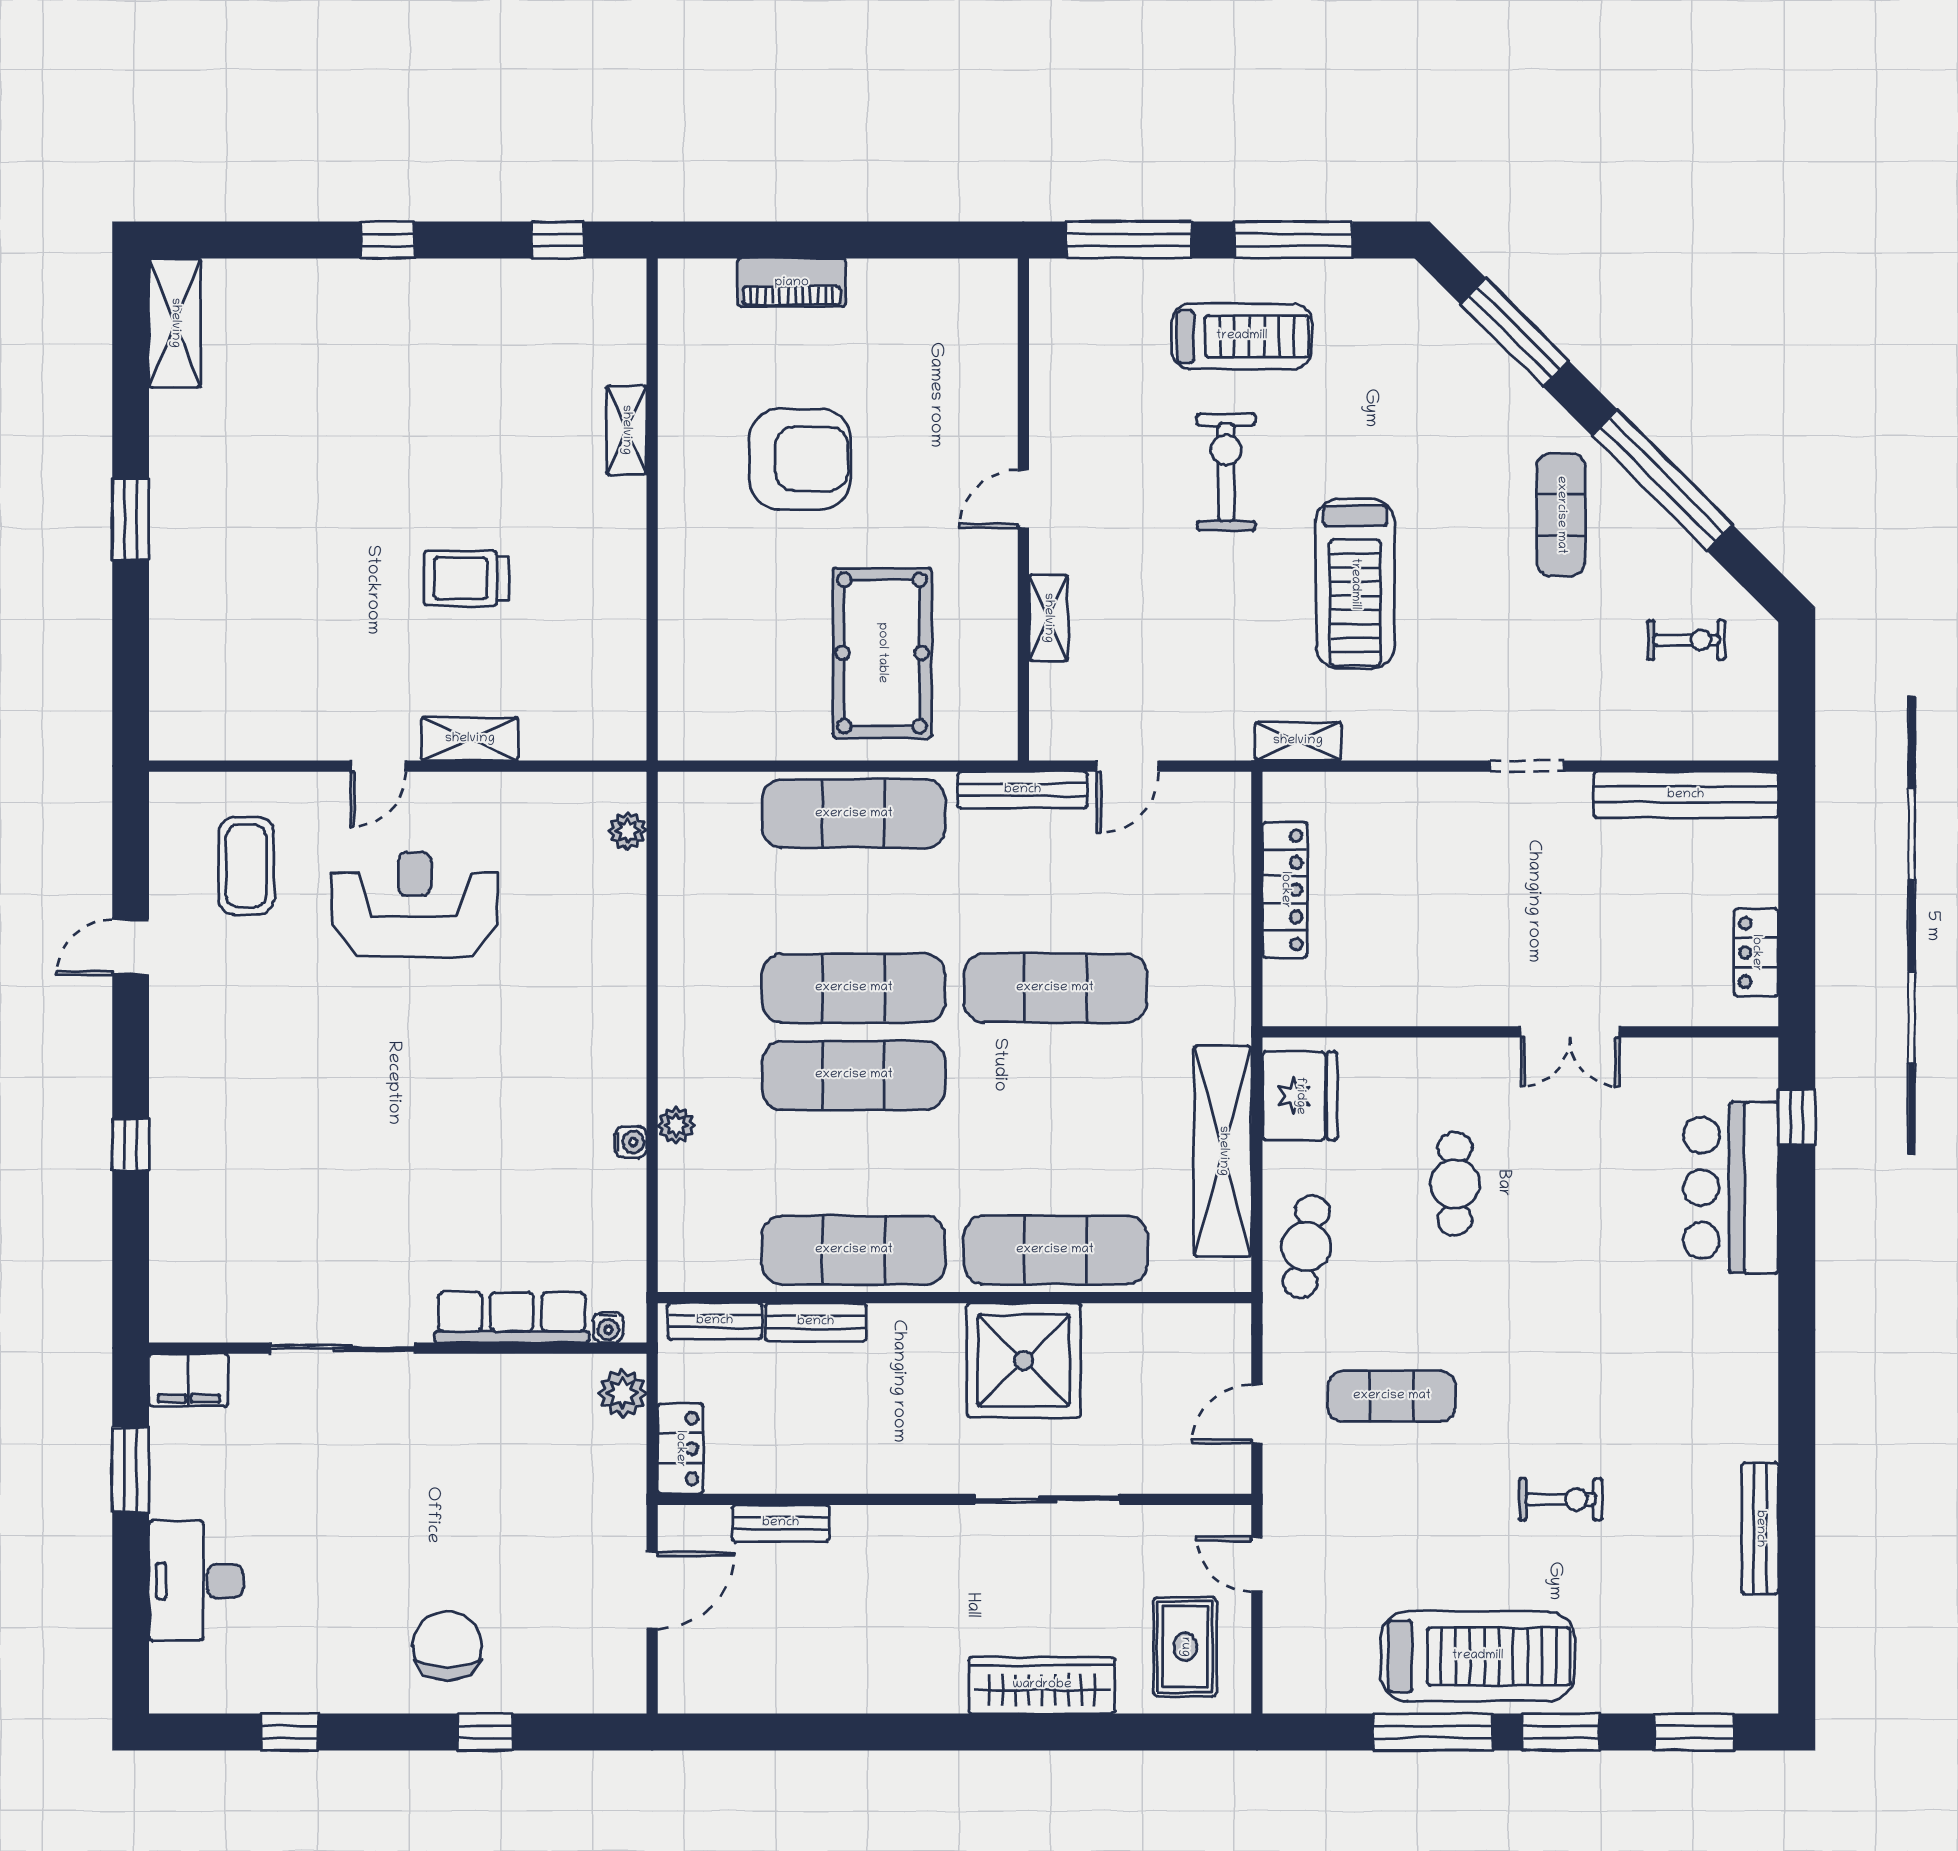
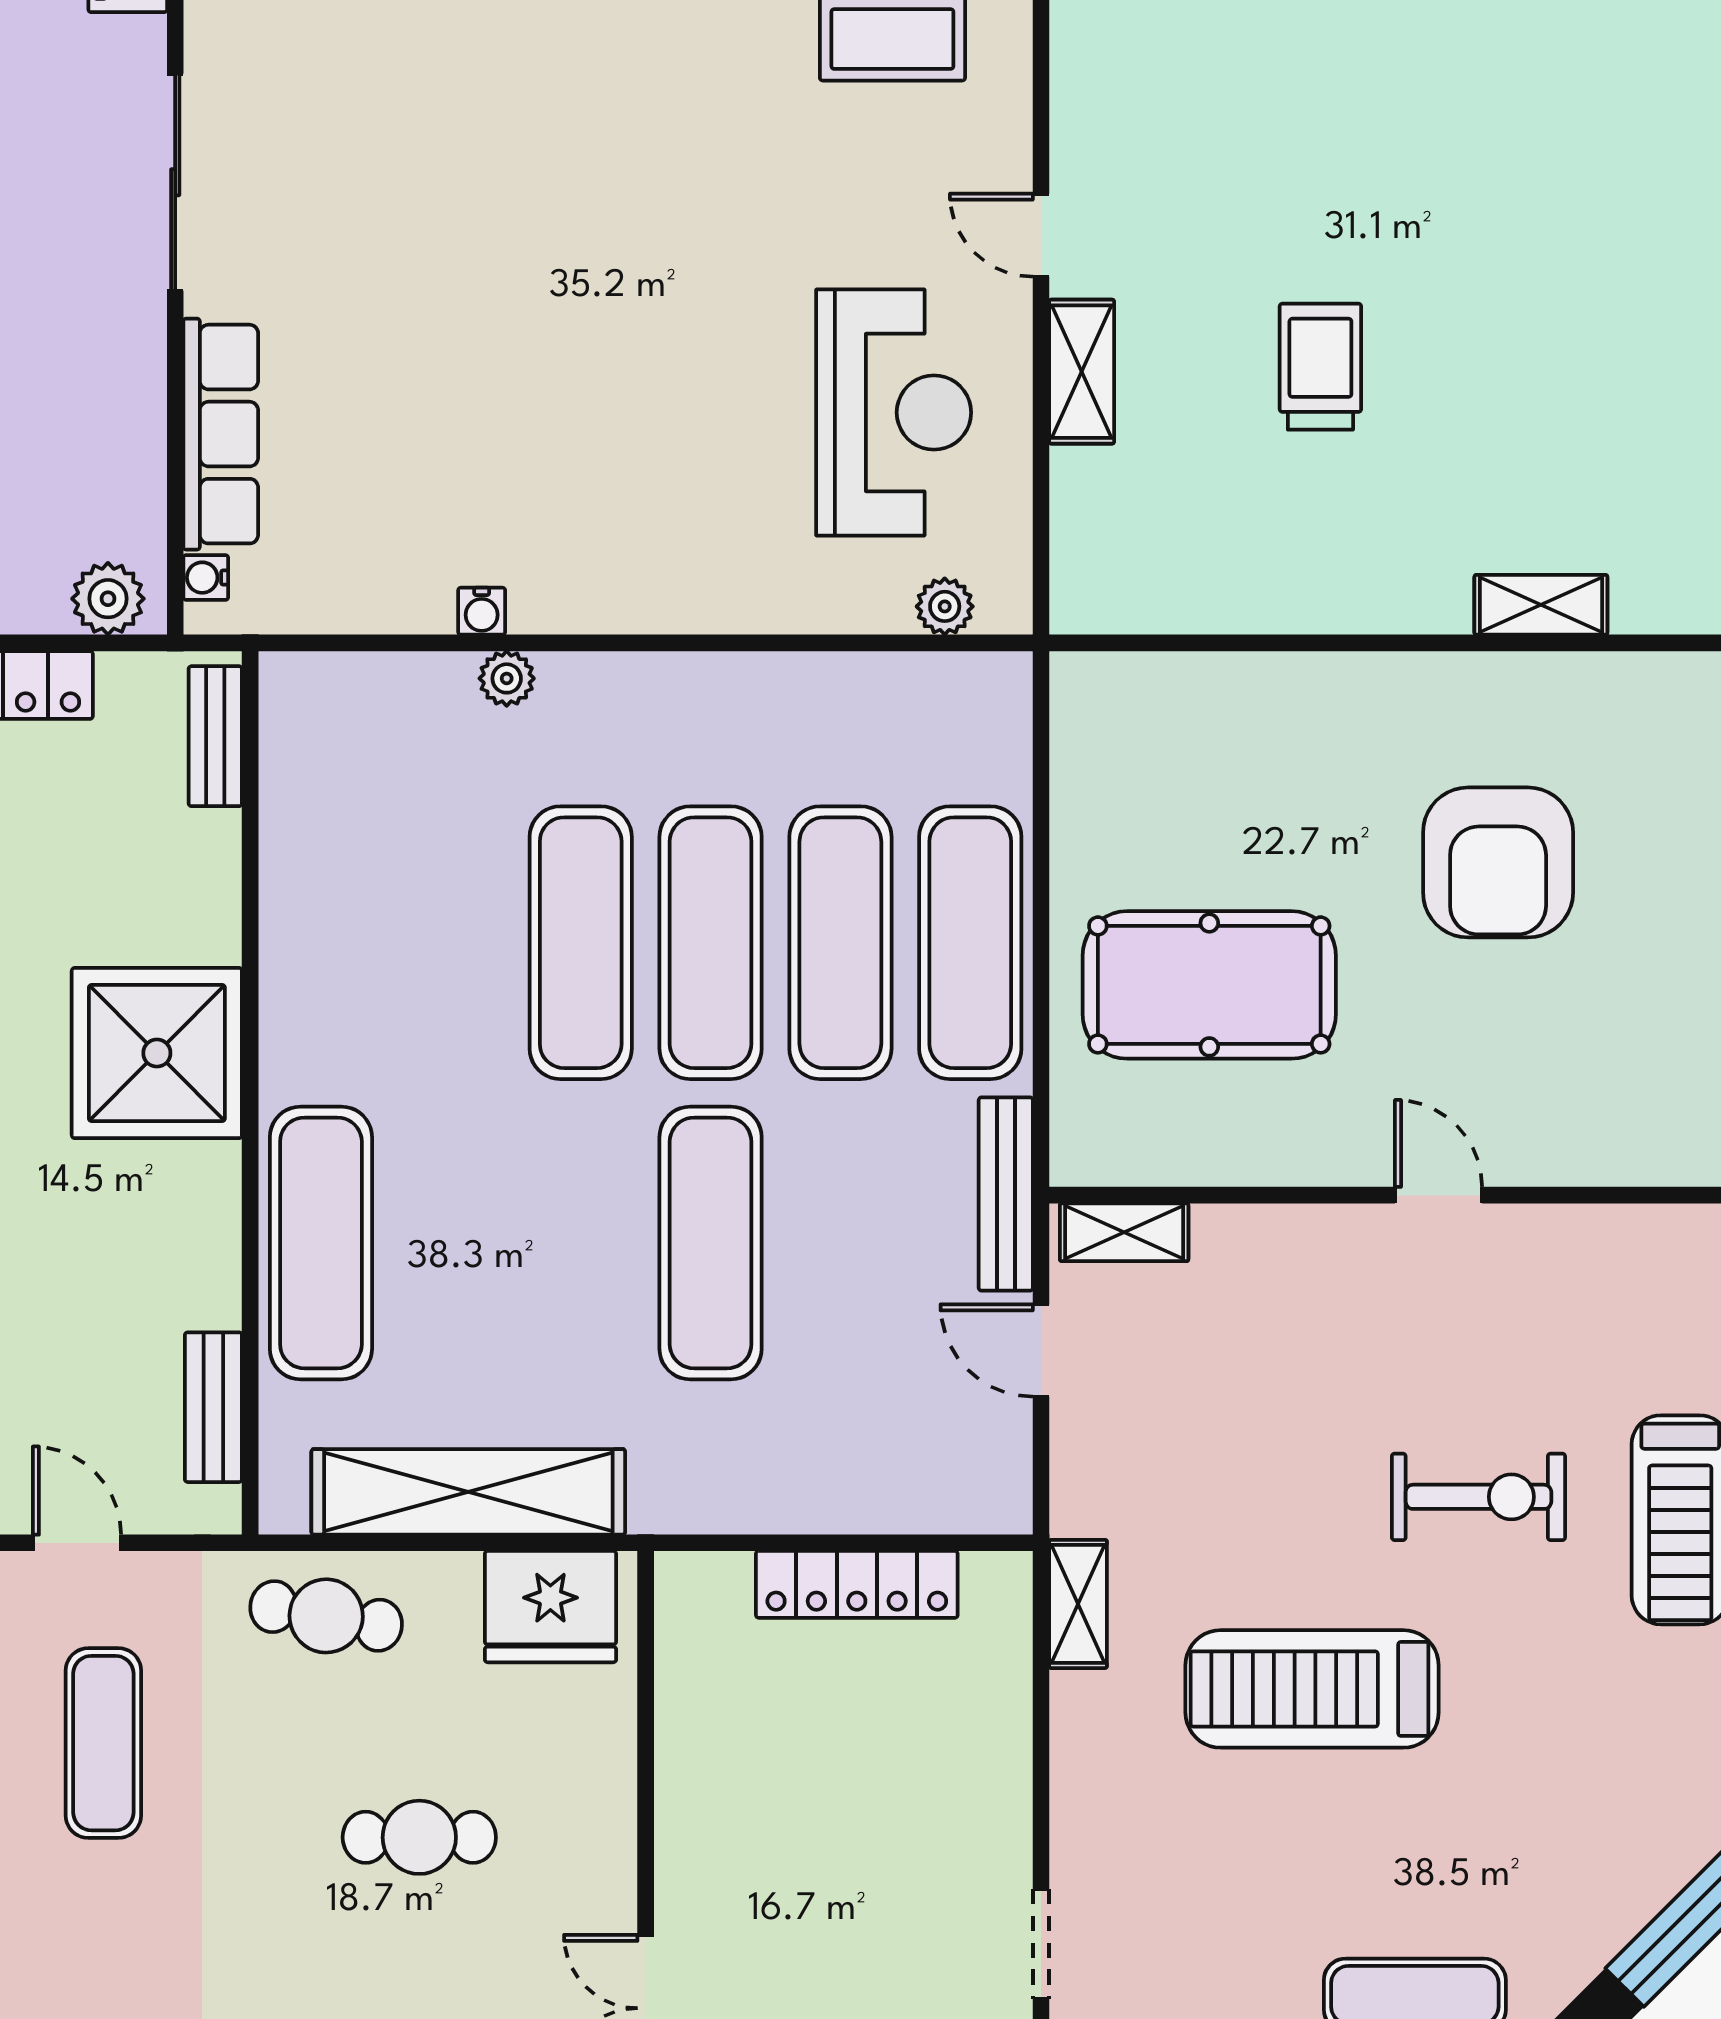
shelving: (1048, 618) -> (1124, 1232), moved
reception desk: (415, 904) -> (894, 412), moved
exercise mat: (854, 1250) -> (840, 943), moved
bench: (816, 1322) -> (213, 1407), moved
shower: (1024, 1360) -> (157, 1053), moved

